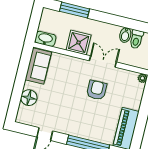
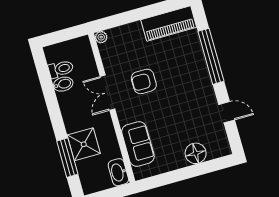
shower: (79, 43) -> (84, 144), moved
sofa: (38, 66) -> (138, 144), moved, turned 90

